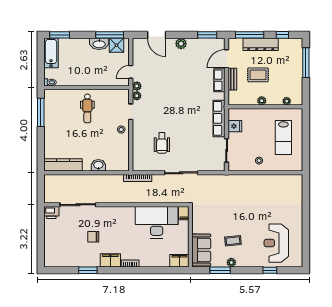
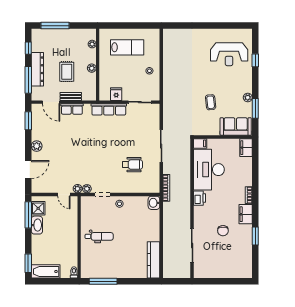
washbasin: (98, 165) -> (154, 203), moved
printer: (51, 213) -> (200, 198), moved
coffee table: (233, 241) -> (211, 102), moved

